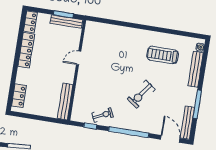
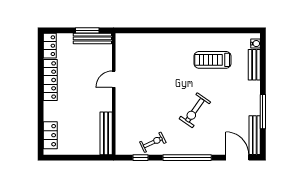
bench: (196, 69) -> (254, 65), width x0.73

